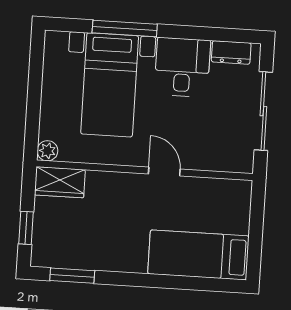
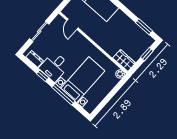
window: (191, 33) -> (43, 76), added
sliding door: (263, 111) -> (39, 32), width x0.73
door: (164, 171) -> (72, 24), moved

